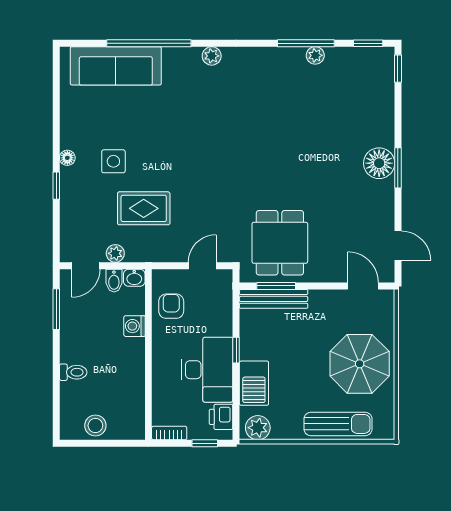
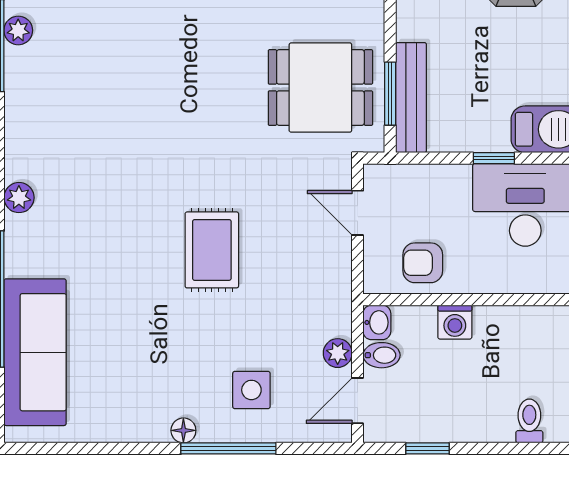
side table: (113, 161) -> (251, 390), moved
window: (56, 186) -> (228, 448), width x2.17
rug: (144, 208) -> (212, 250), moved
door: (86, 266) -> (358, 401), swing flipped
window: (56, 309) -> (428, 448), width x0.67

